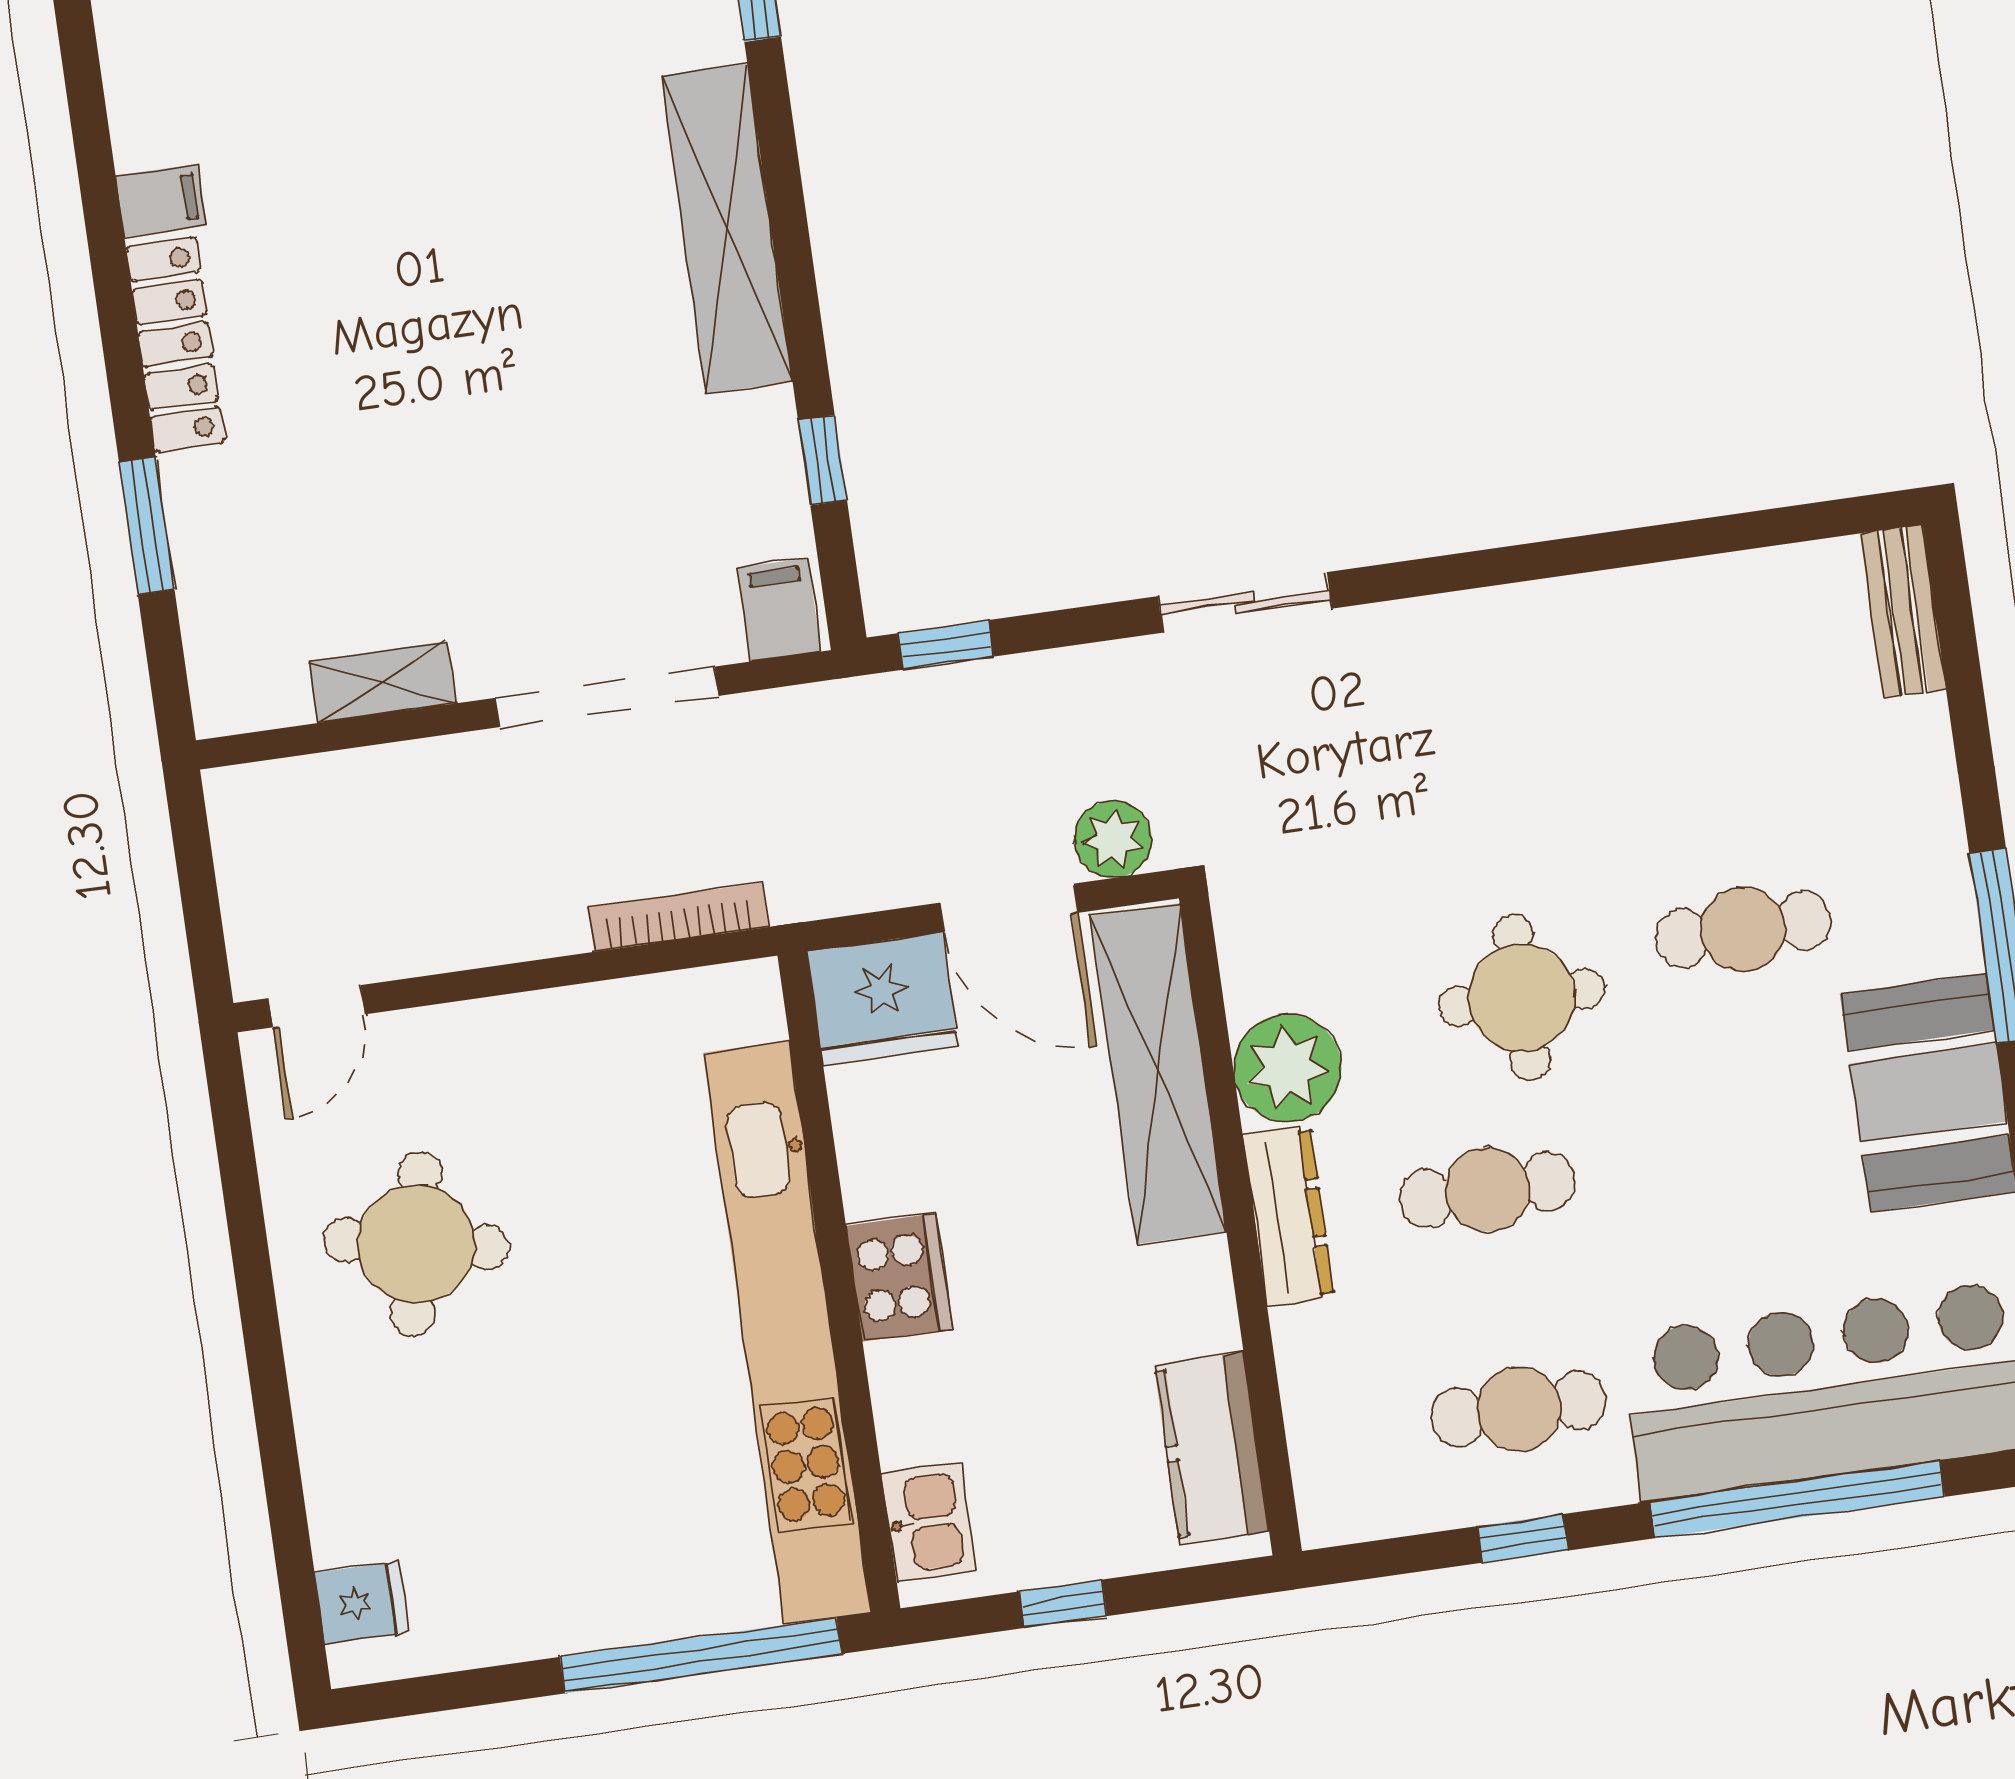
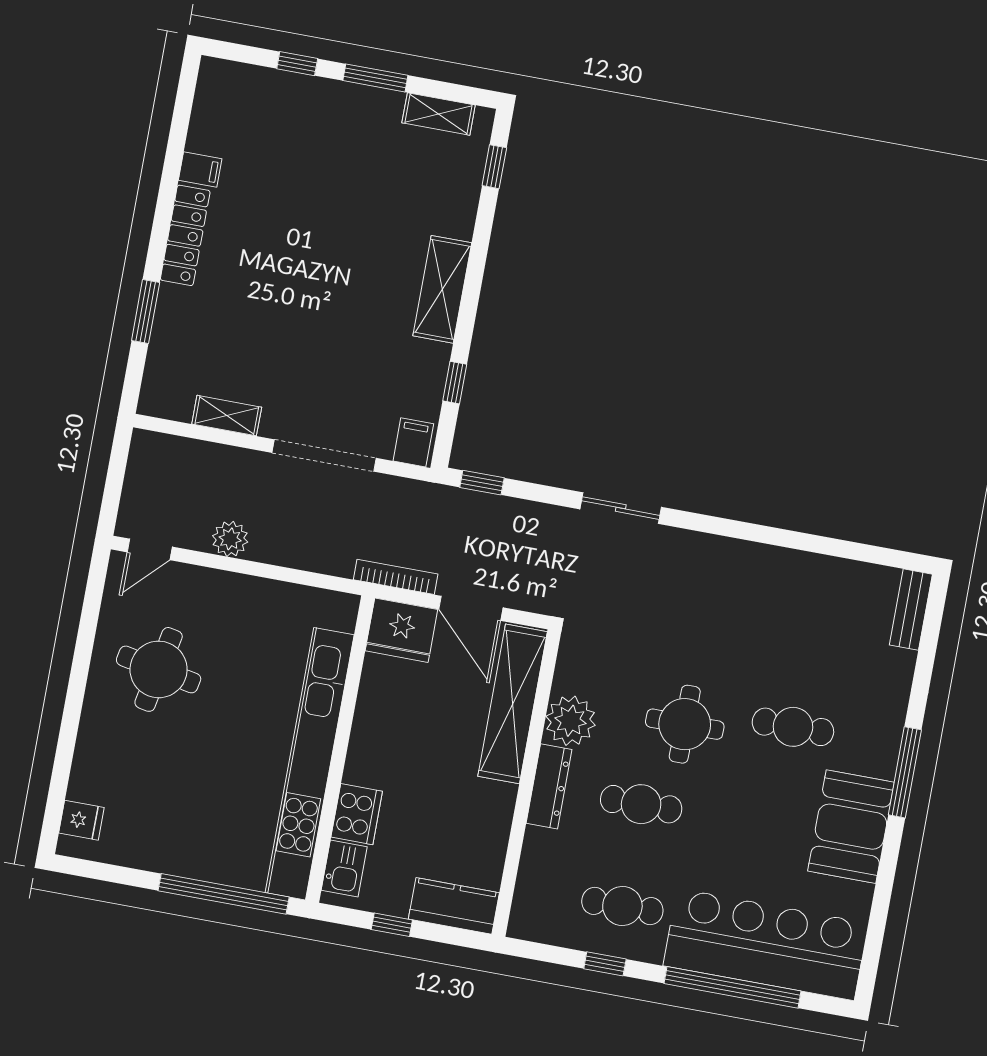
shelving: (727, 229) -> (442, 289), width x0.68
plant: (1113, 839) -> (230, 539), moved
bookcase: (678, 917) -> (396, 577), moved
cooker: (899, 1277) -> (357, 814), moved
kitchen counter: (1211, 1448) -> (454, 906), moved, turned 90

